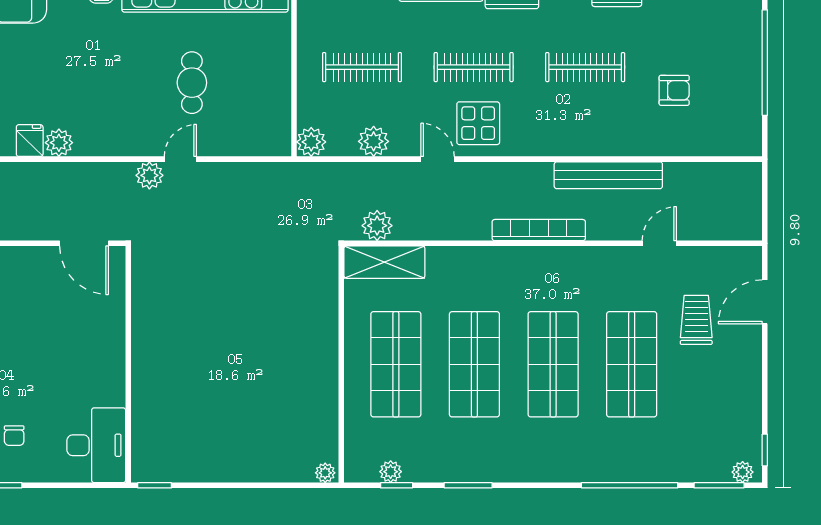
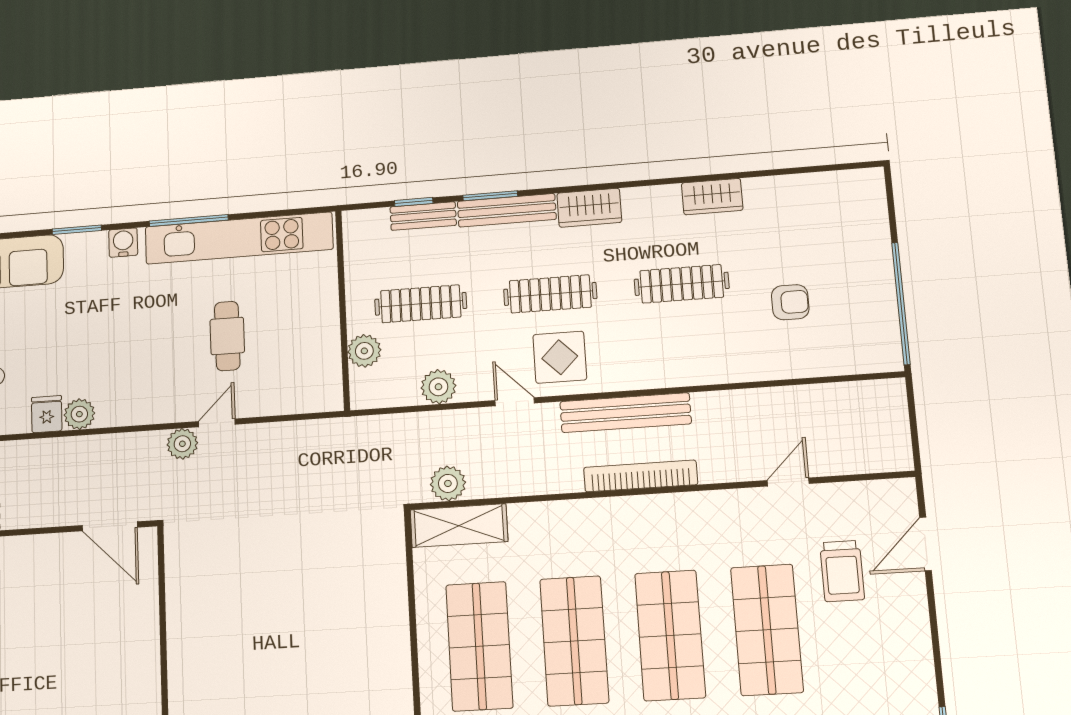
window: (765, 63) -> (901, 303), moved
plant: (311, 142) -> (364, 351), moved
bench: (608, 175) -> (625, 413), moved
trolley: (696, 320) -> (842, 571), turned 180

